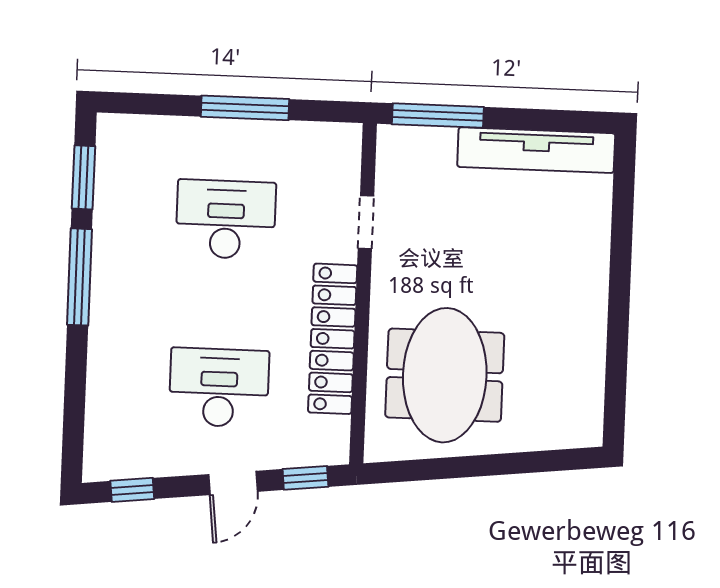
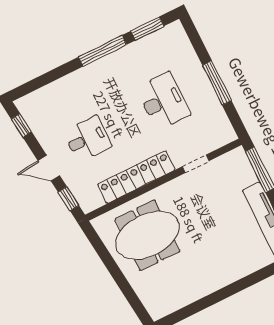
desk: (219, 388) -> (87, 139), width x0.73

